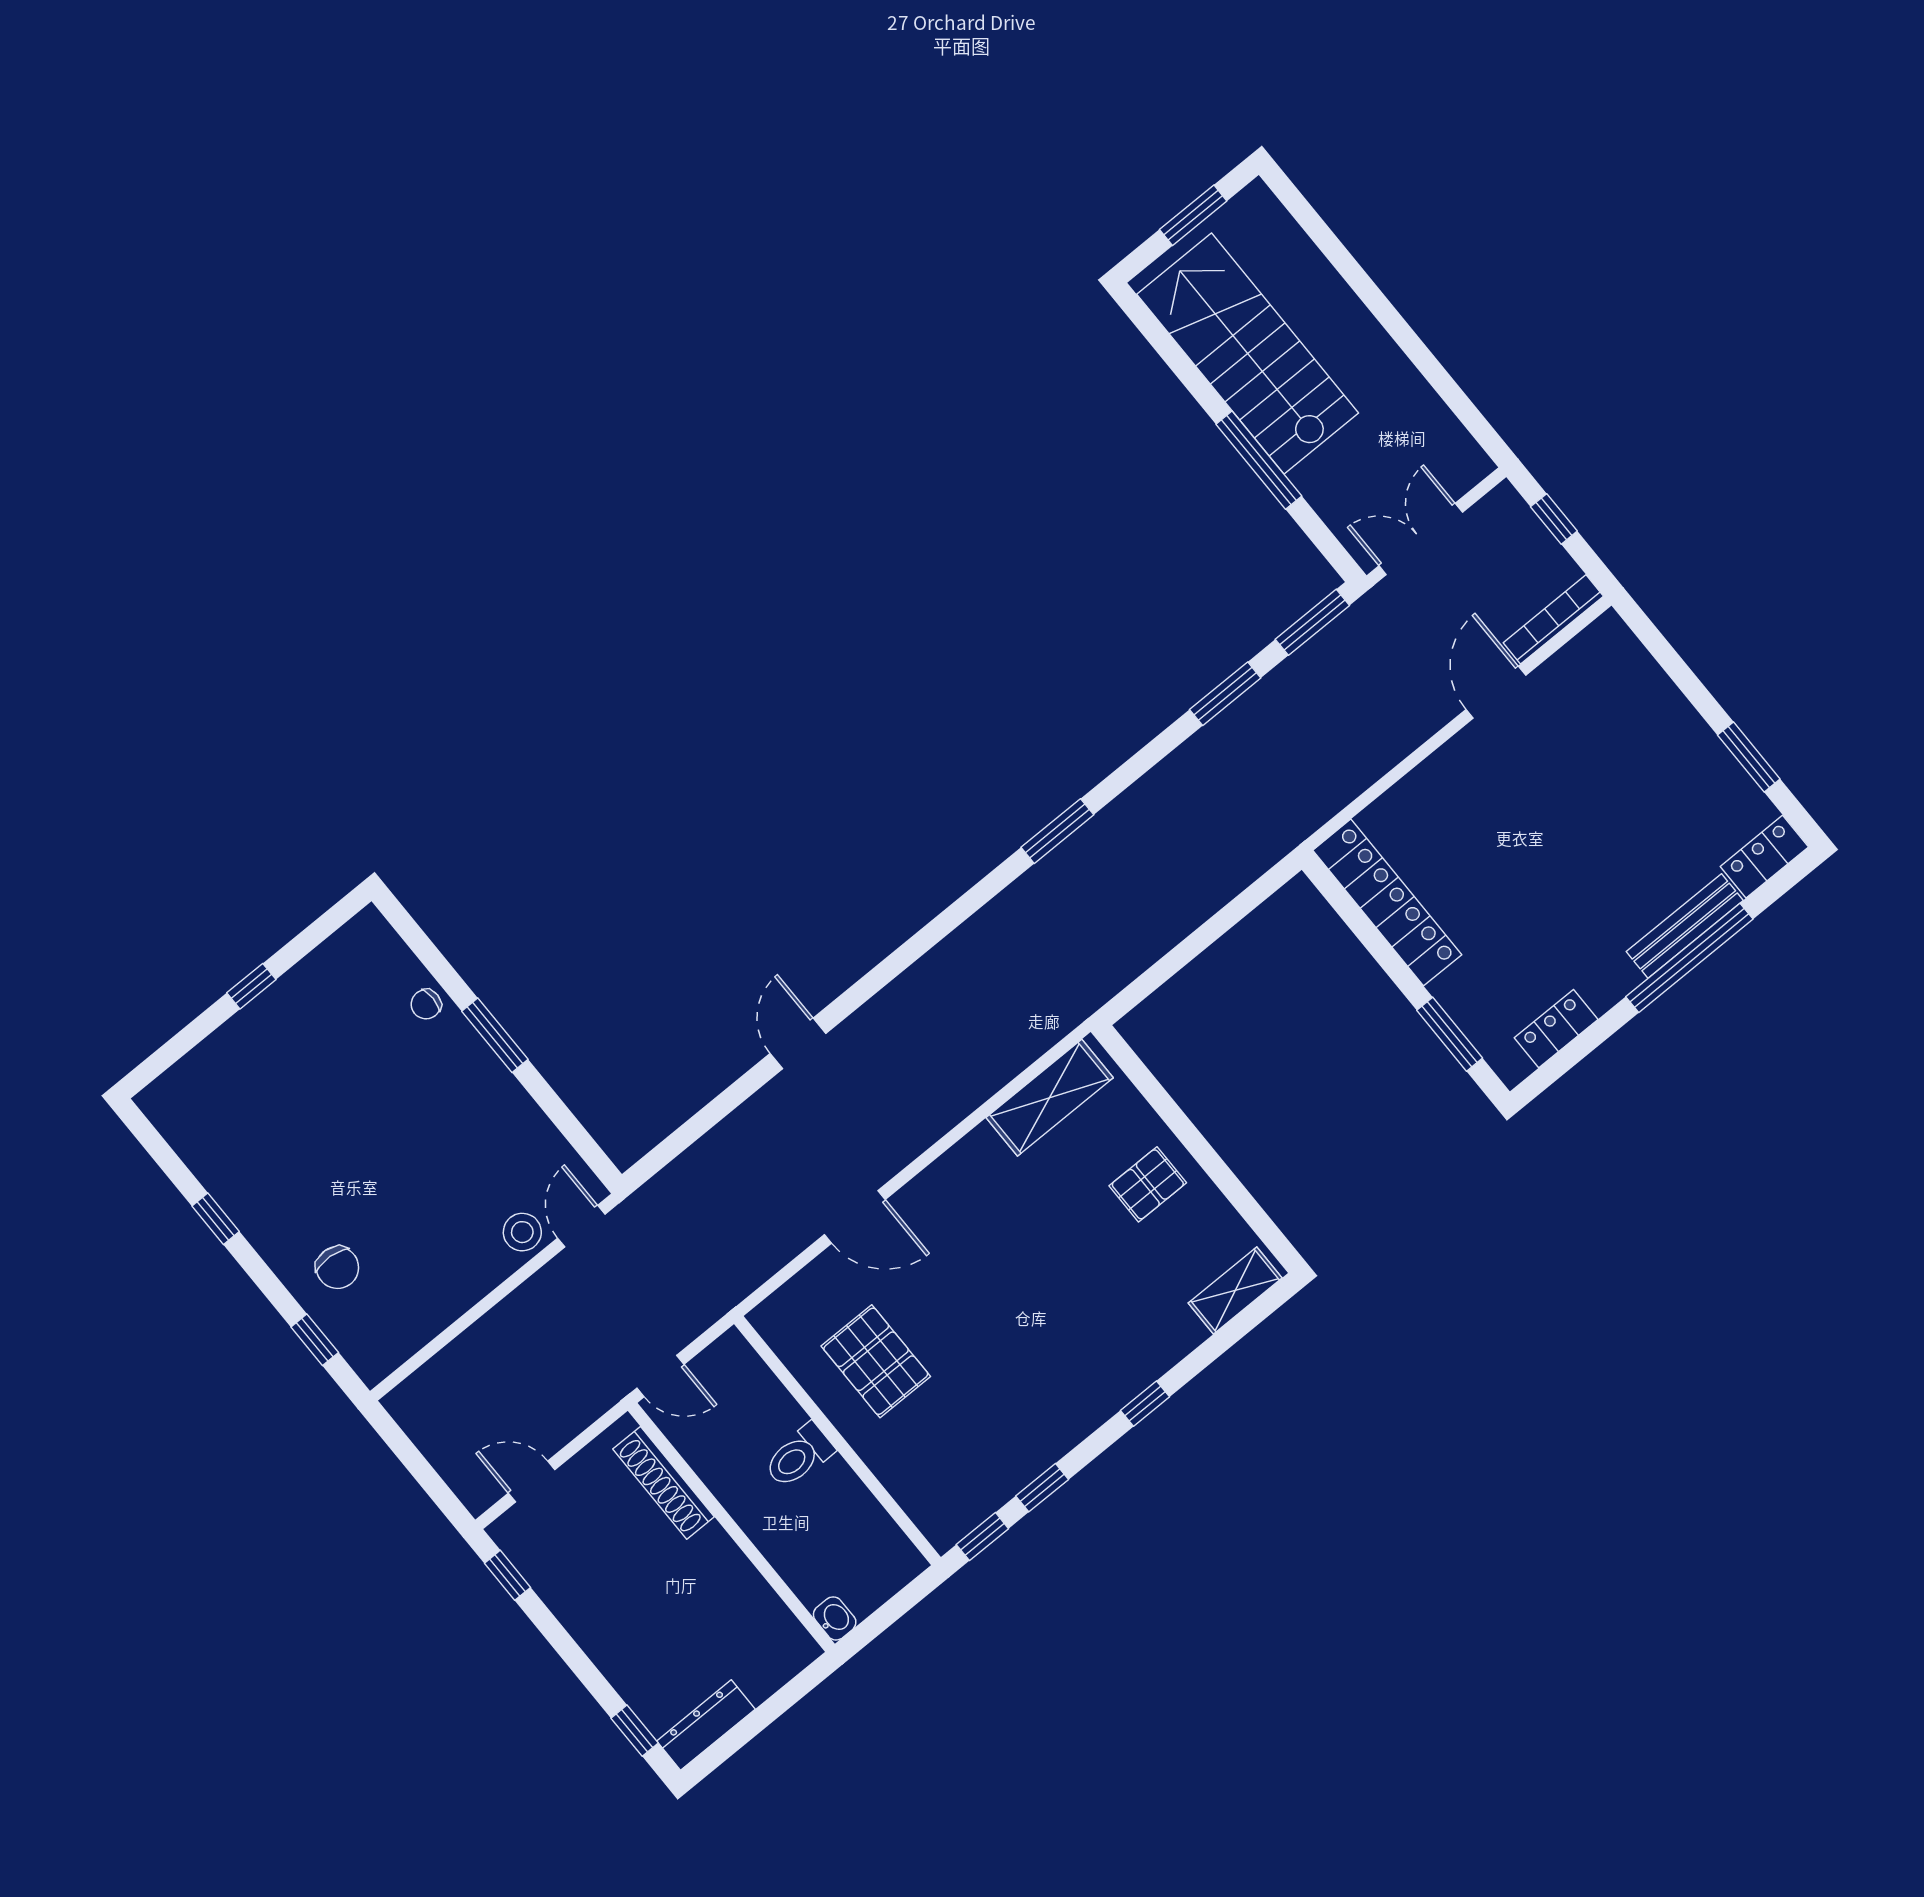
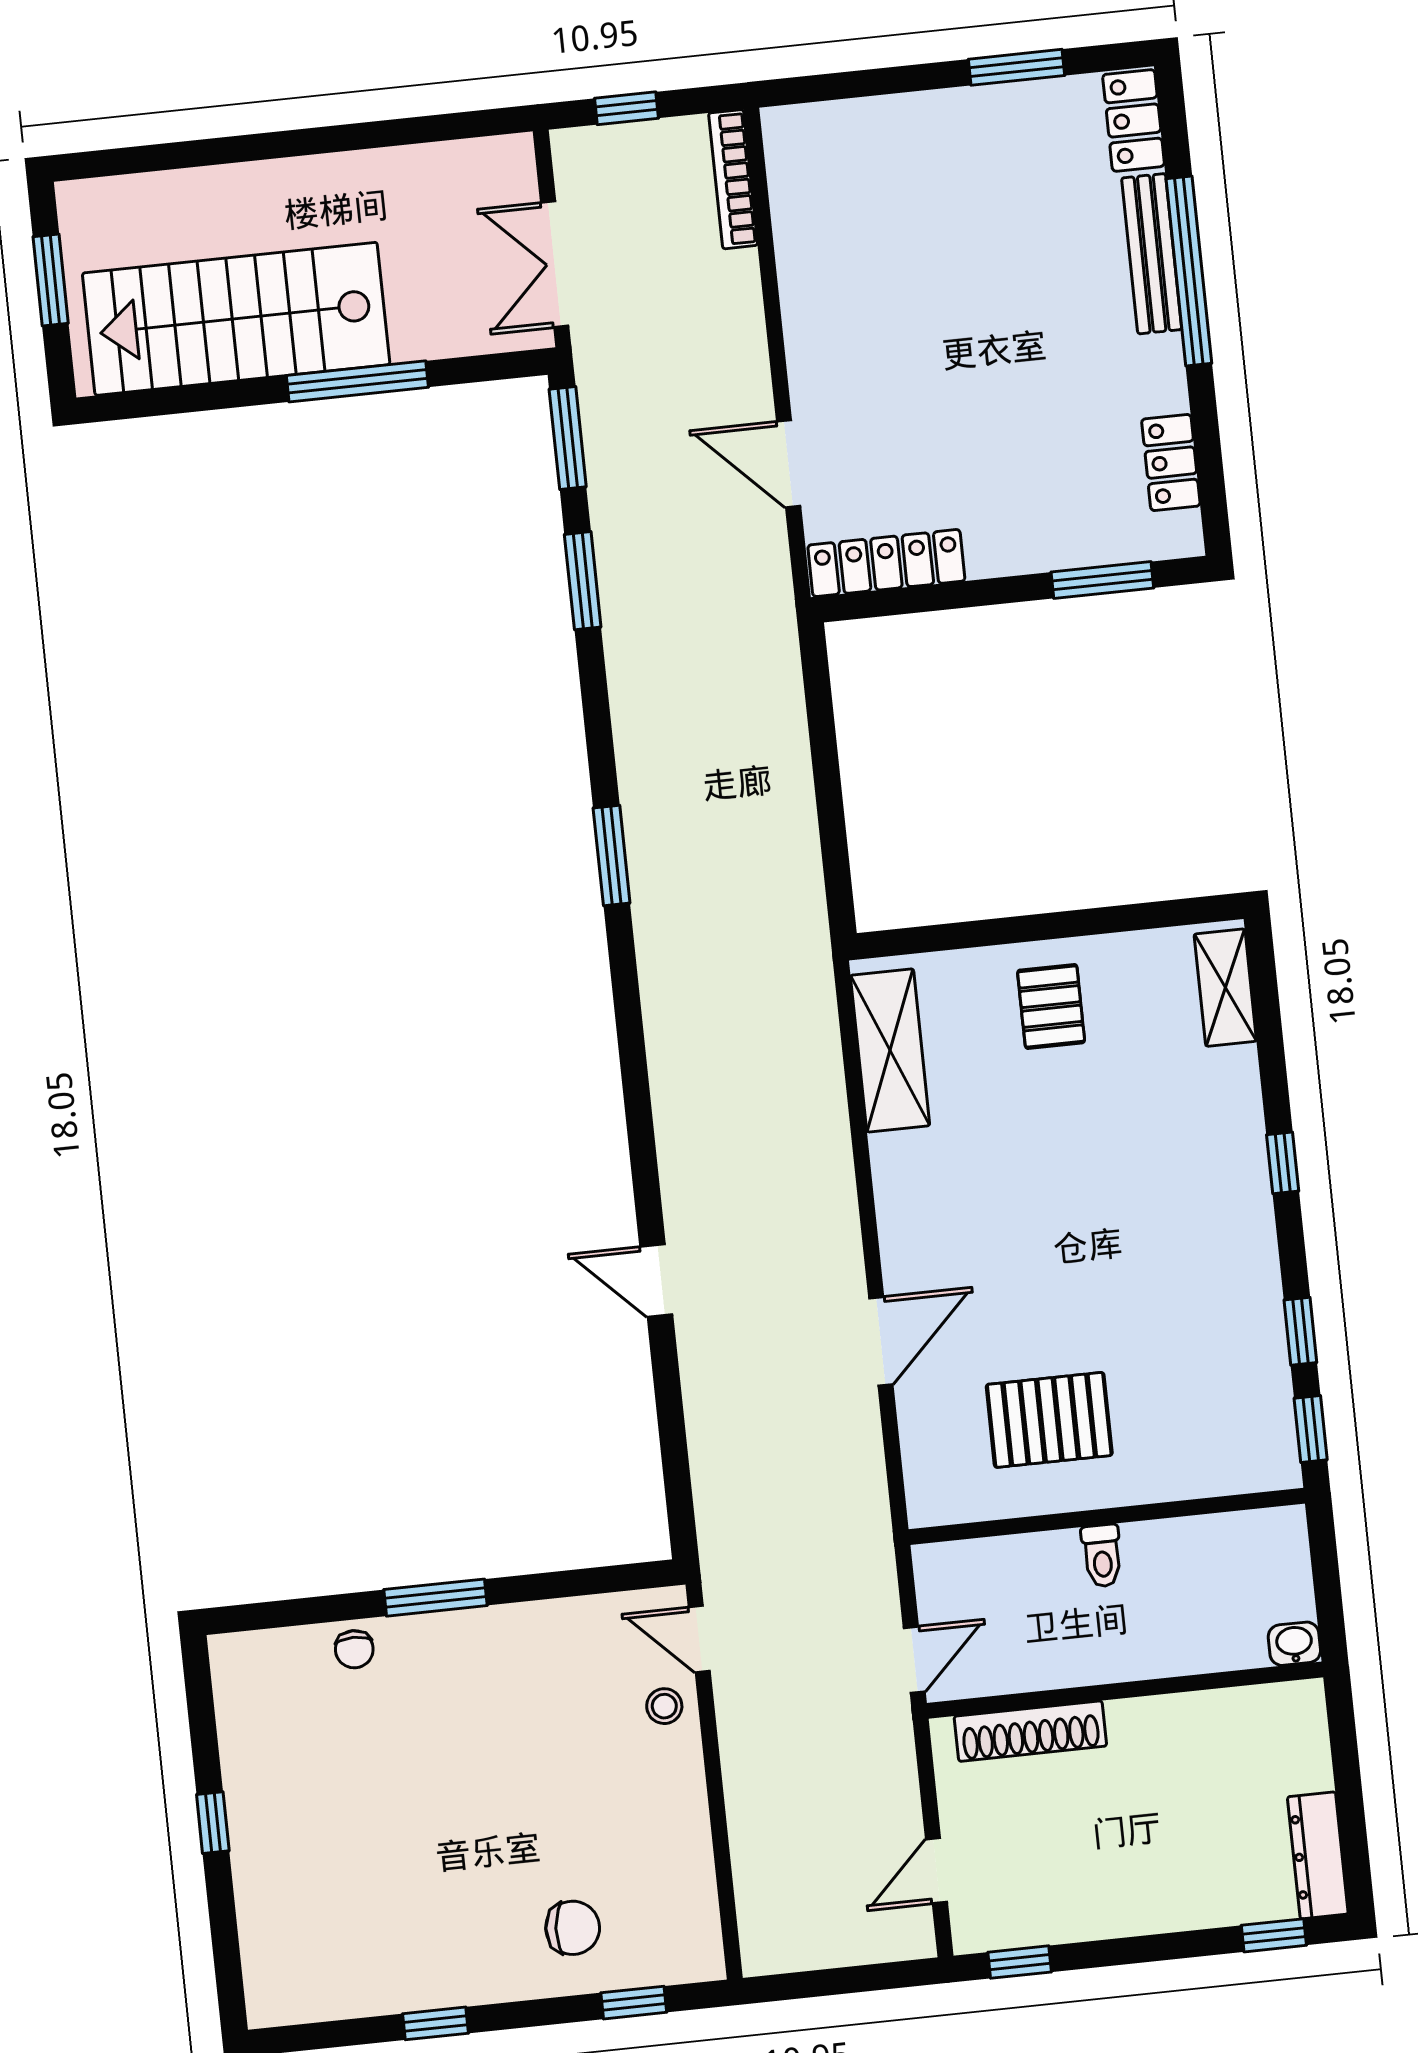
door: (1496, 692) -> (789, 464), moved
locker: (1387, 902) -> (886, 563), width x0.71, depth x0.83
stool: (522, 1232) -> (664, 1706), width x0.73, depth x0.73
toilet: (799, 1456) -> (1102, 1556), width x0.73, depth x0.72

